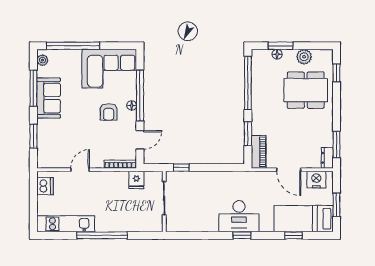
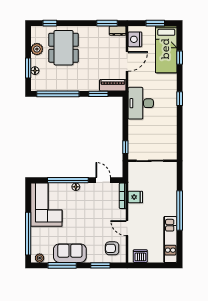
armchair: (109, 112) -> (112, 248), moved, turned 180
fridge: (136, 180) -> (135, 197), moved
desk: (239, 216) -> (141, 103), moved, turned 180

